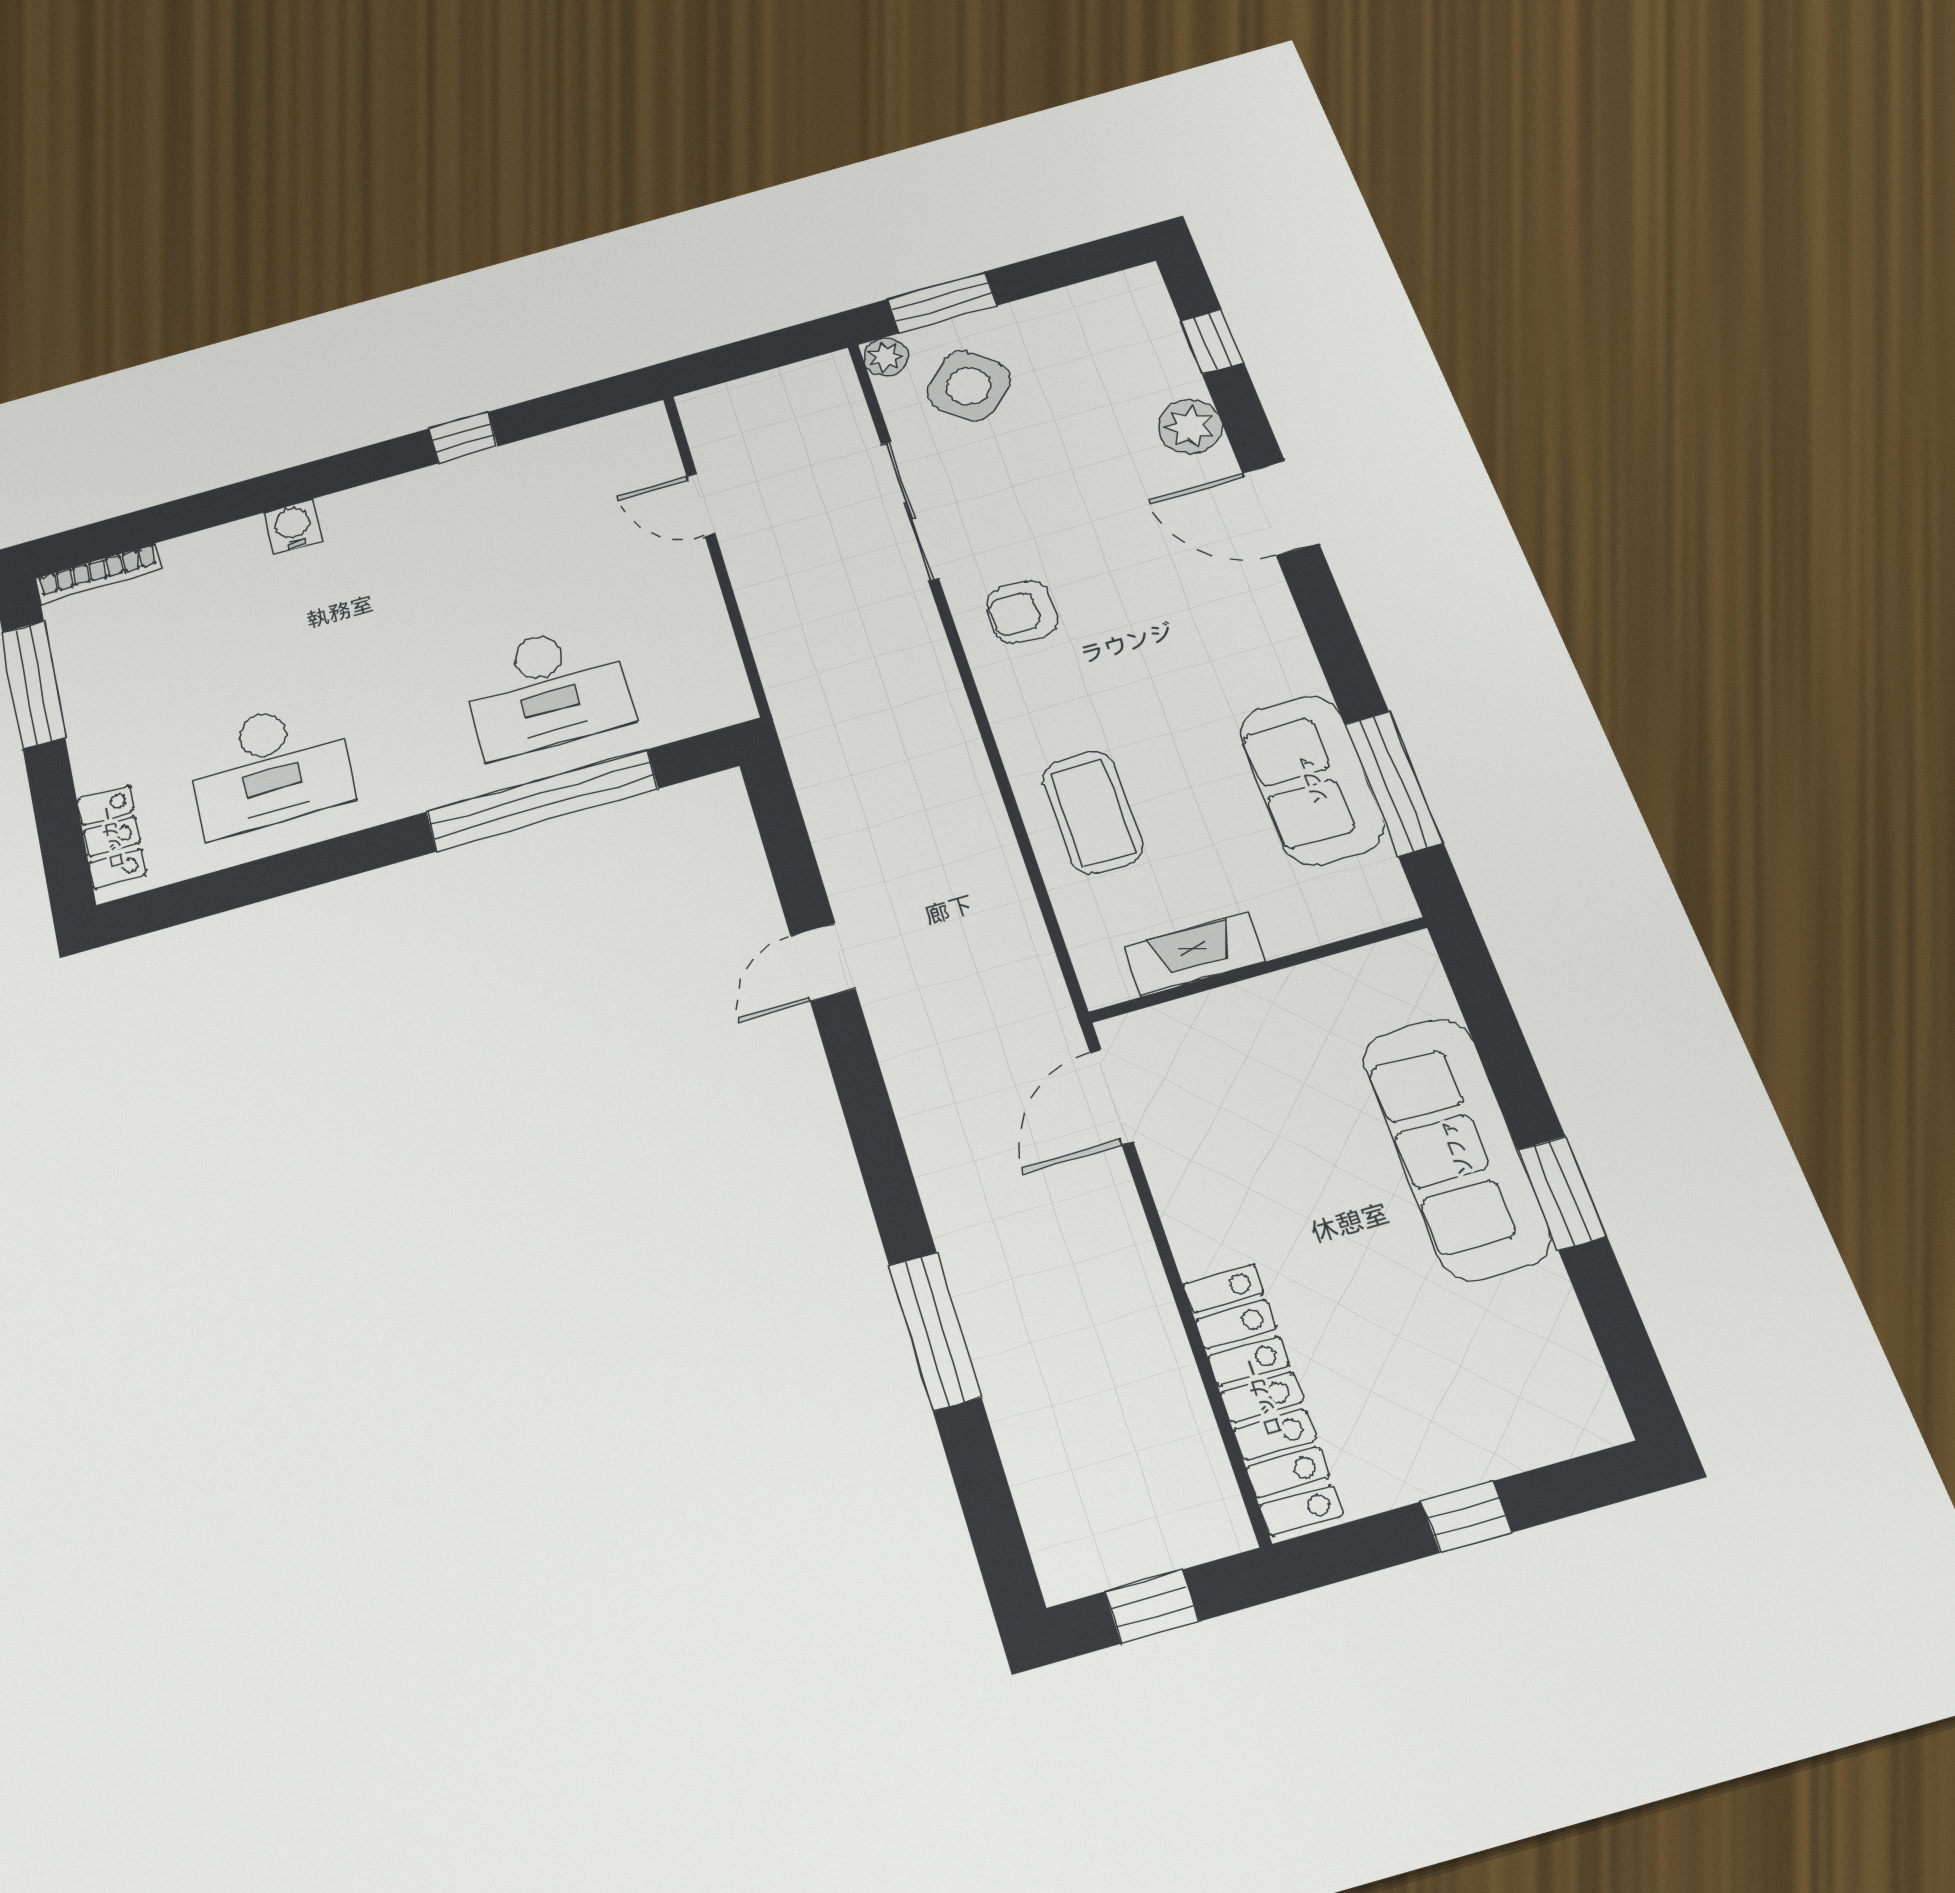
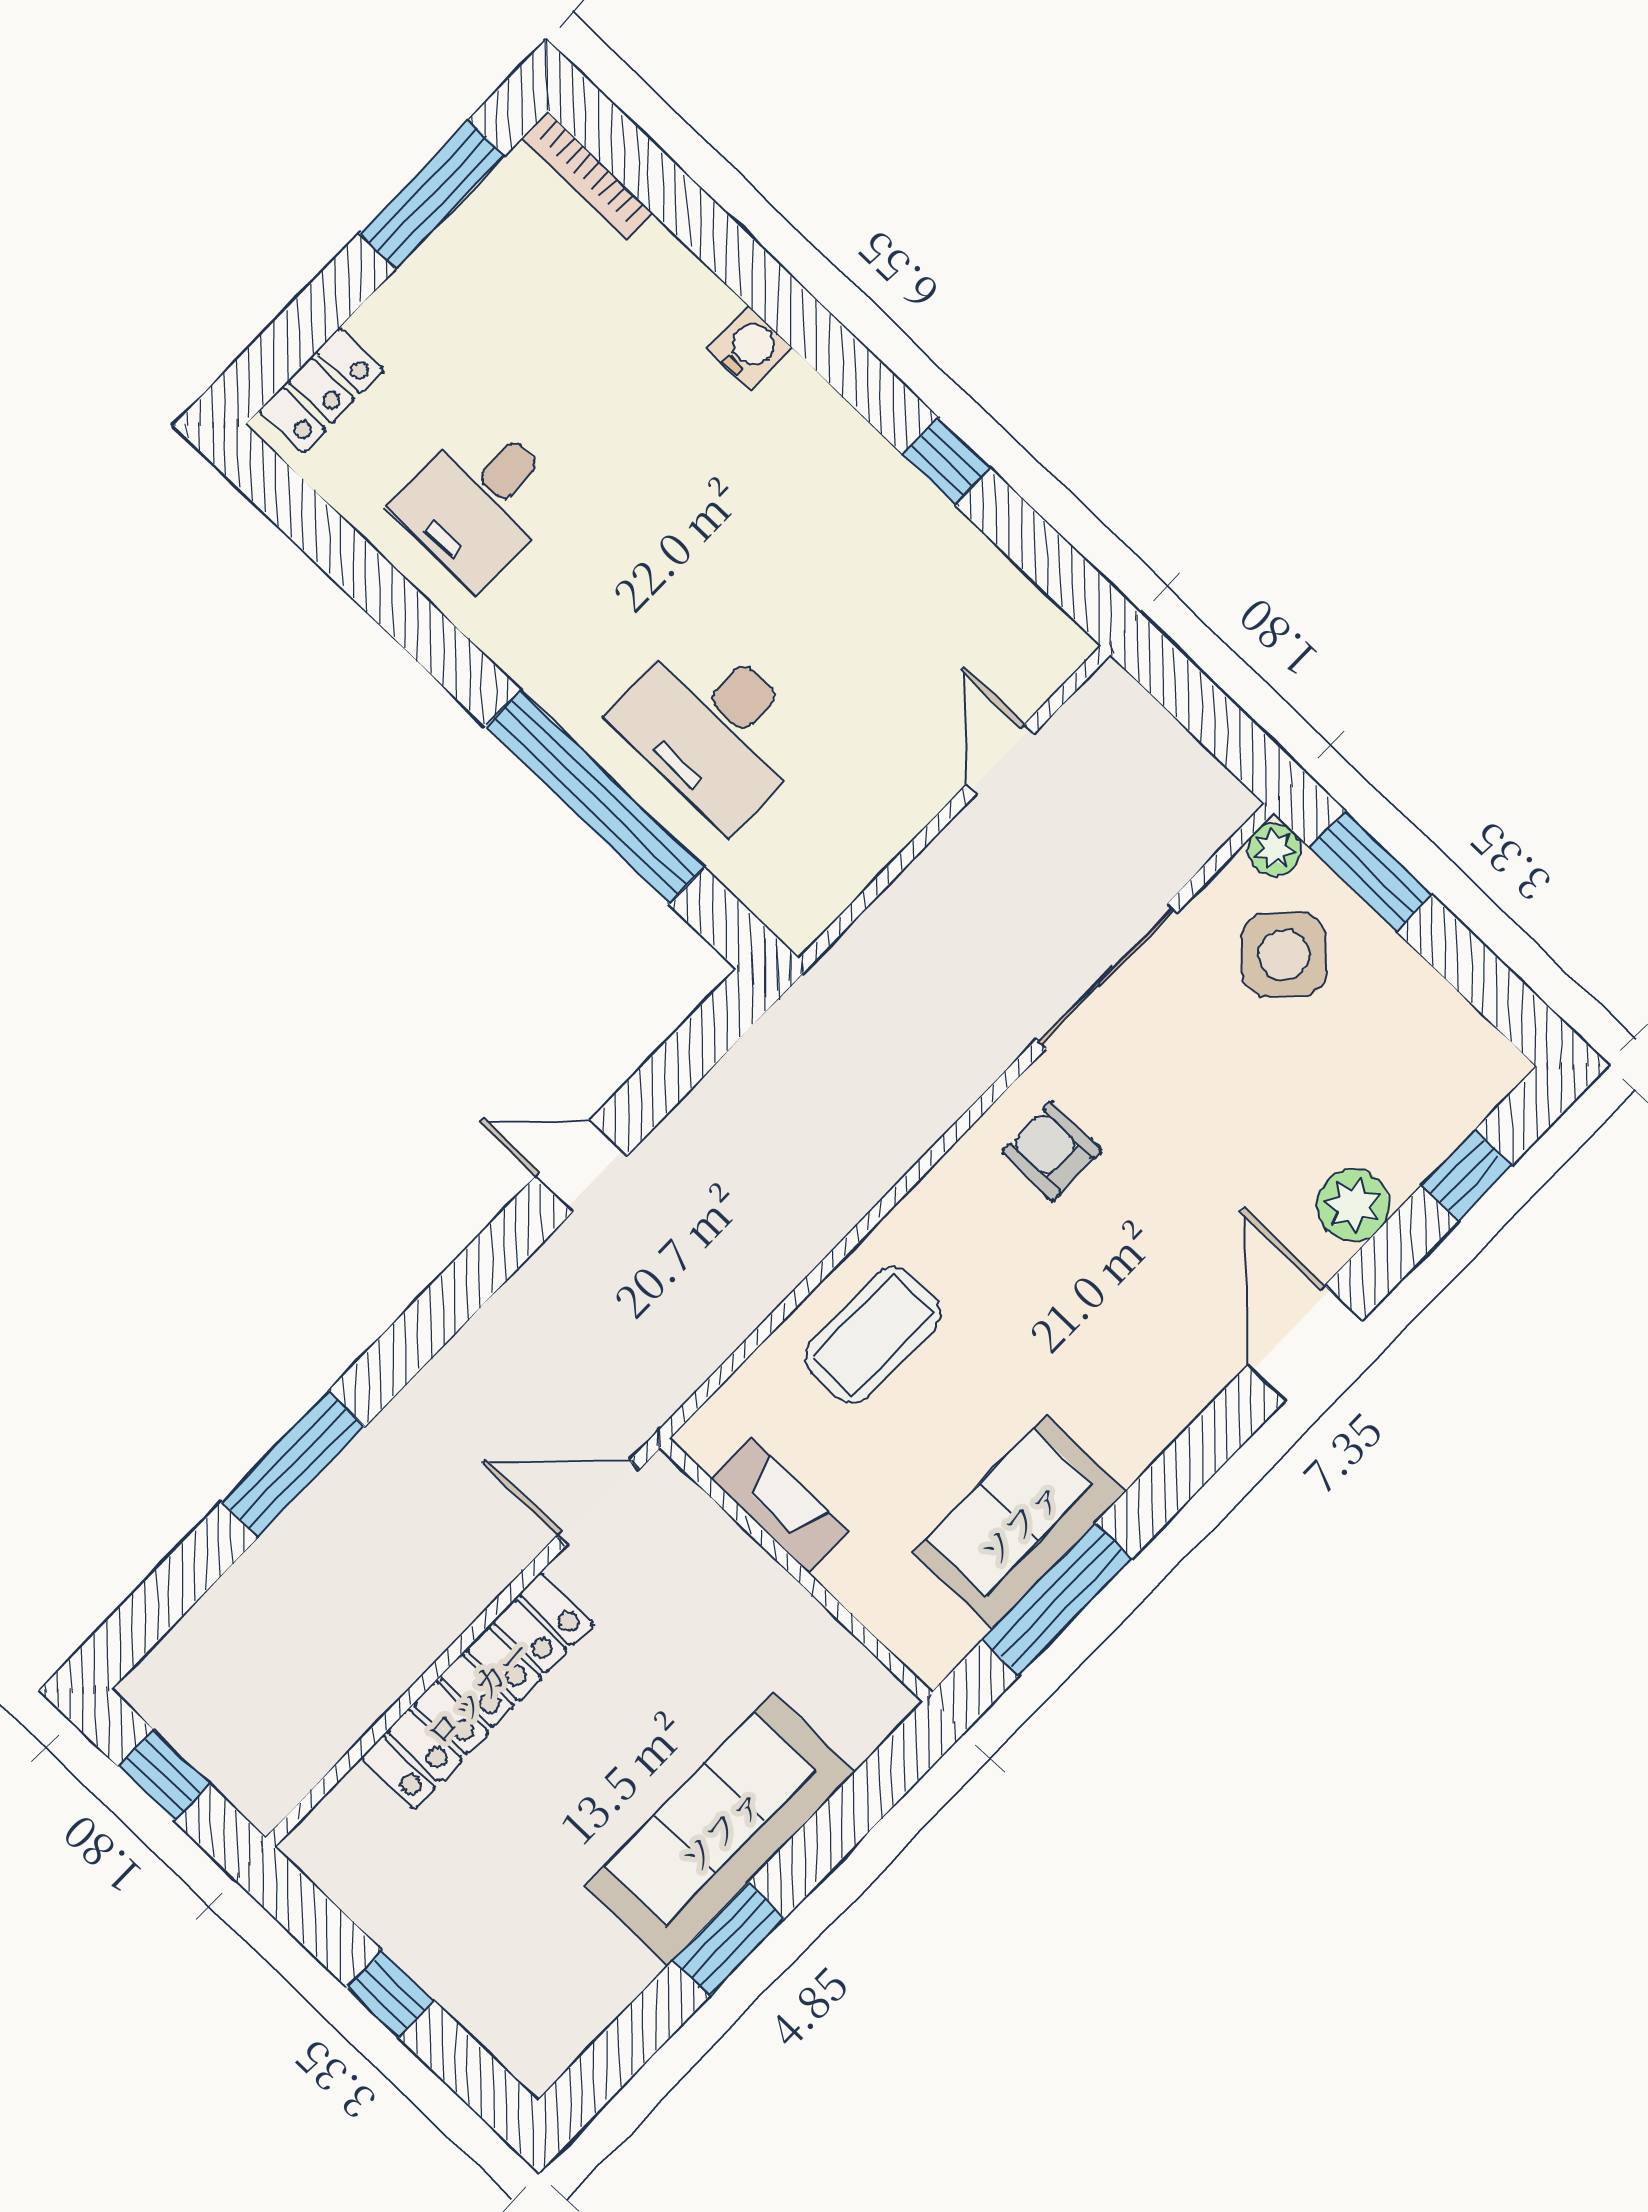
desk: (270, 768) -> (479, 502), width x0.73
locker: (1262, 1397) -> (477, 1691), moved

